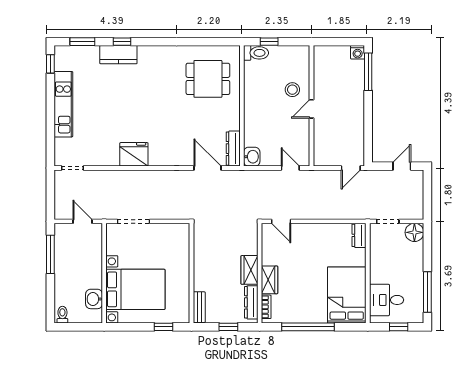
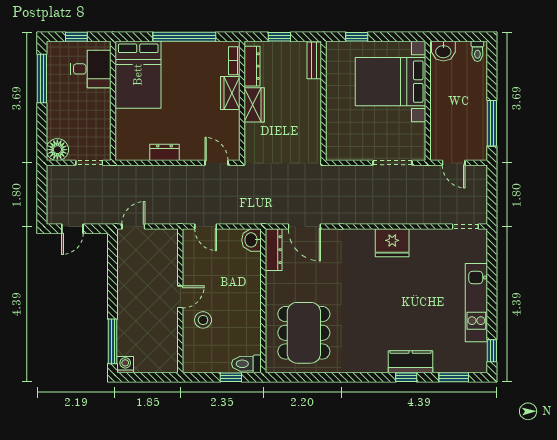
dining table: (208, 79) -> (304, 333), width x1.38
dresser: (359, 235) -> (165, 152), moved, turned -90
washbasin: (94, 299) -> (443, 51), moved, turned 90

